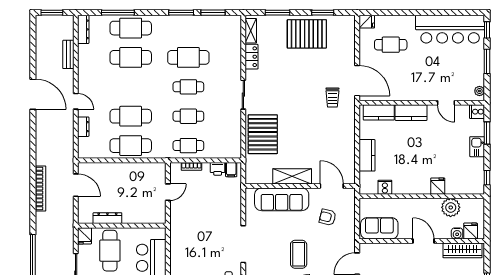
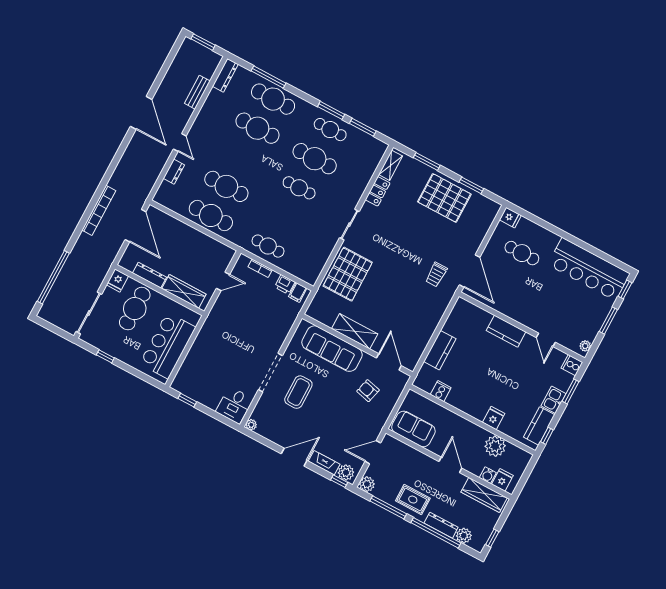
kitchen counter: (379, 112) -> (539, 426), moved, turned 90
cafe table: (188, 116) -> (330, 130), moved
door: (76, 185) -> (136, 226), width x1.36
wardrobe: (141, 217) -> (184, 291), added
coffee table: (299, 254) -> (298, 392), moved

